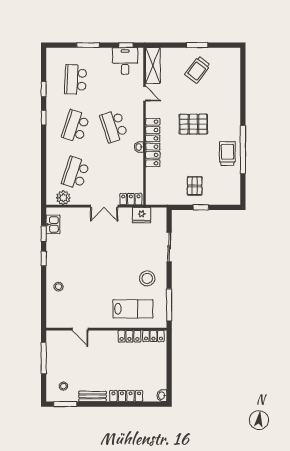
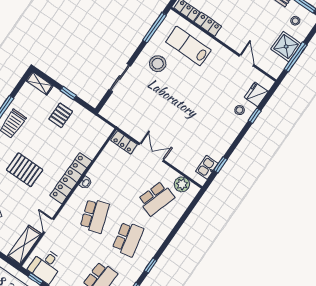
school desk: (76, 126) -> (128, 239), turned -30
shelving: (228, 199) -> (40, 83), added
fridge: (142, 215) -> (256, 94), moved, turned -90
window: (44, 258) -> (255, 116), moved
shower: (57, 361) -> (286, 47), added

